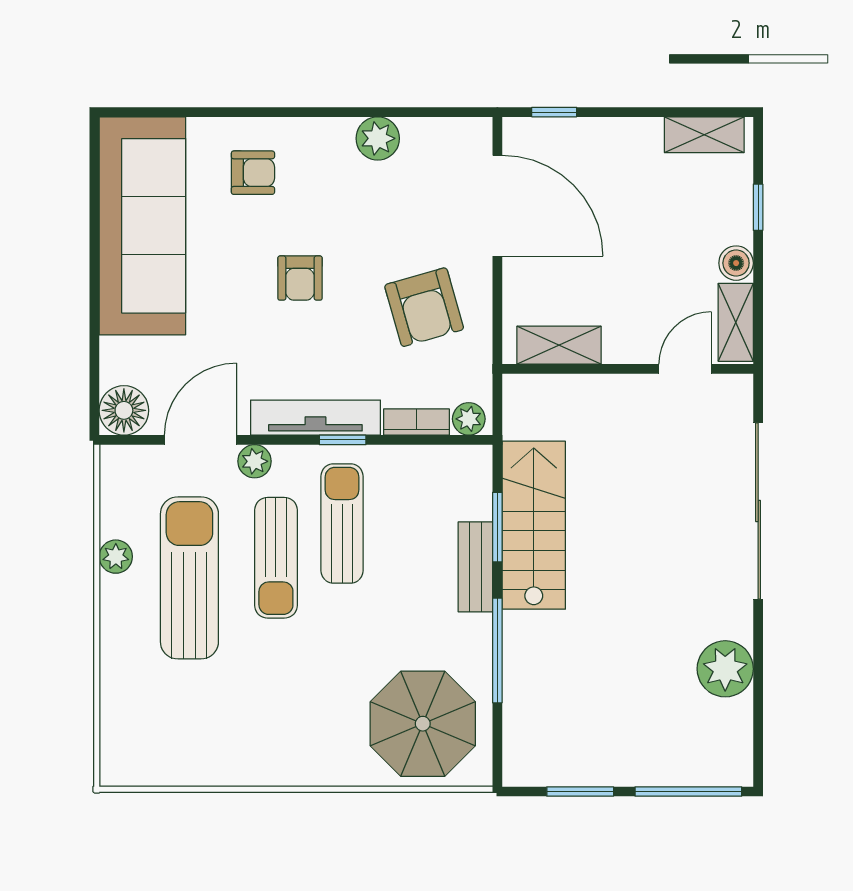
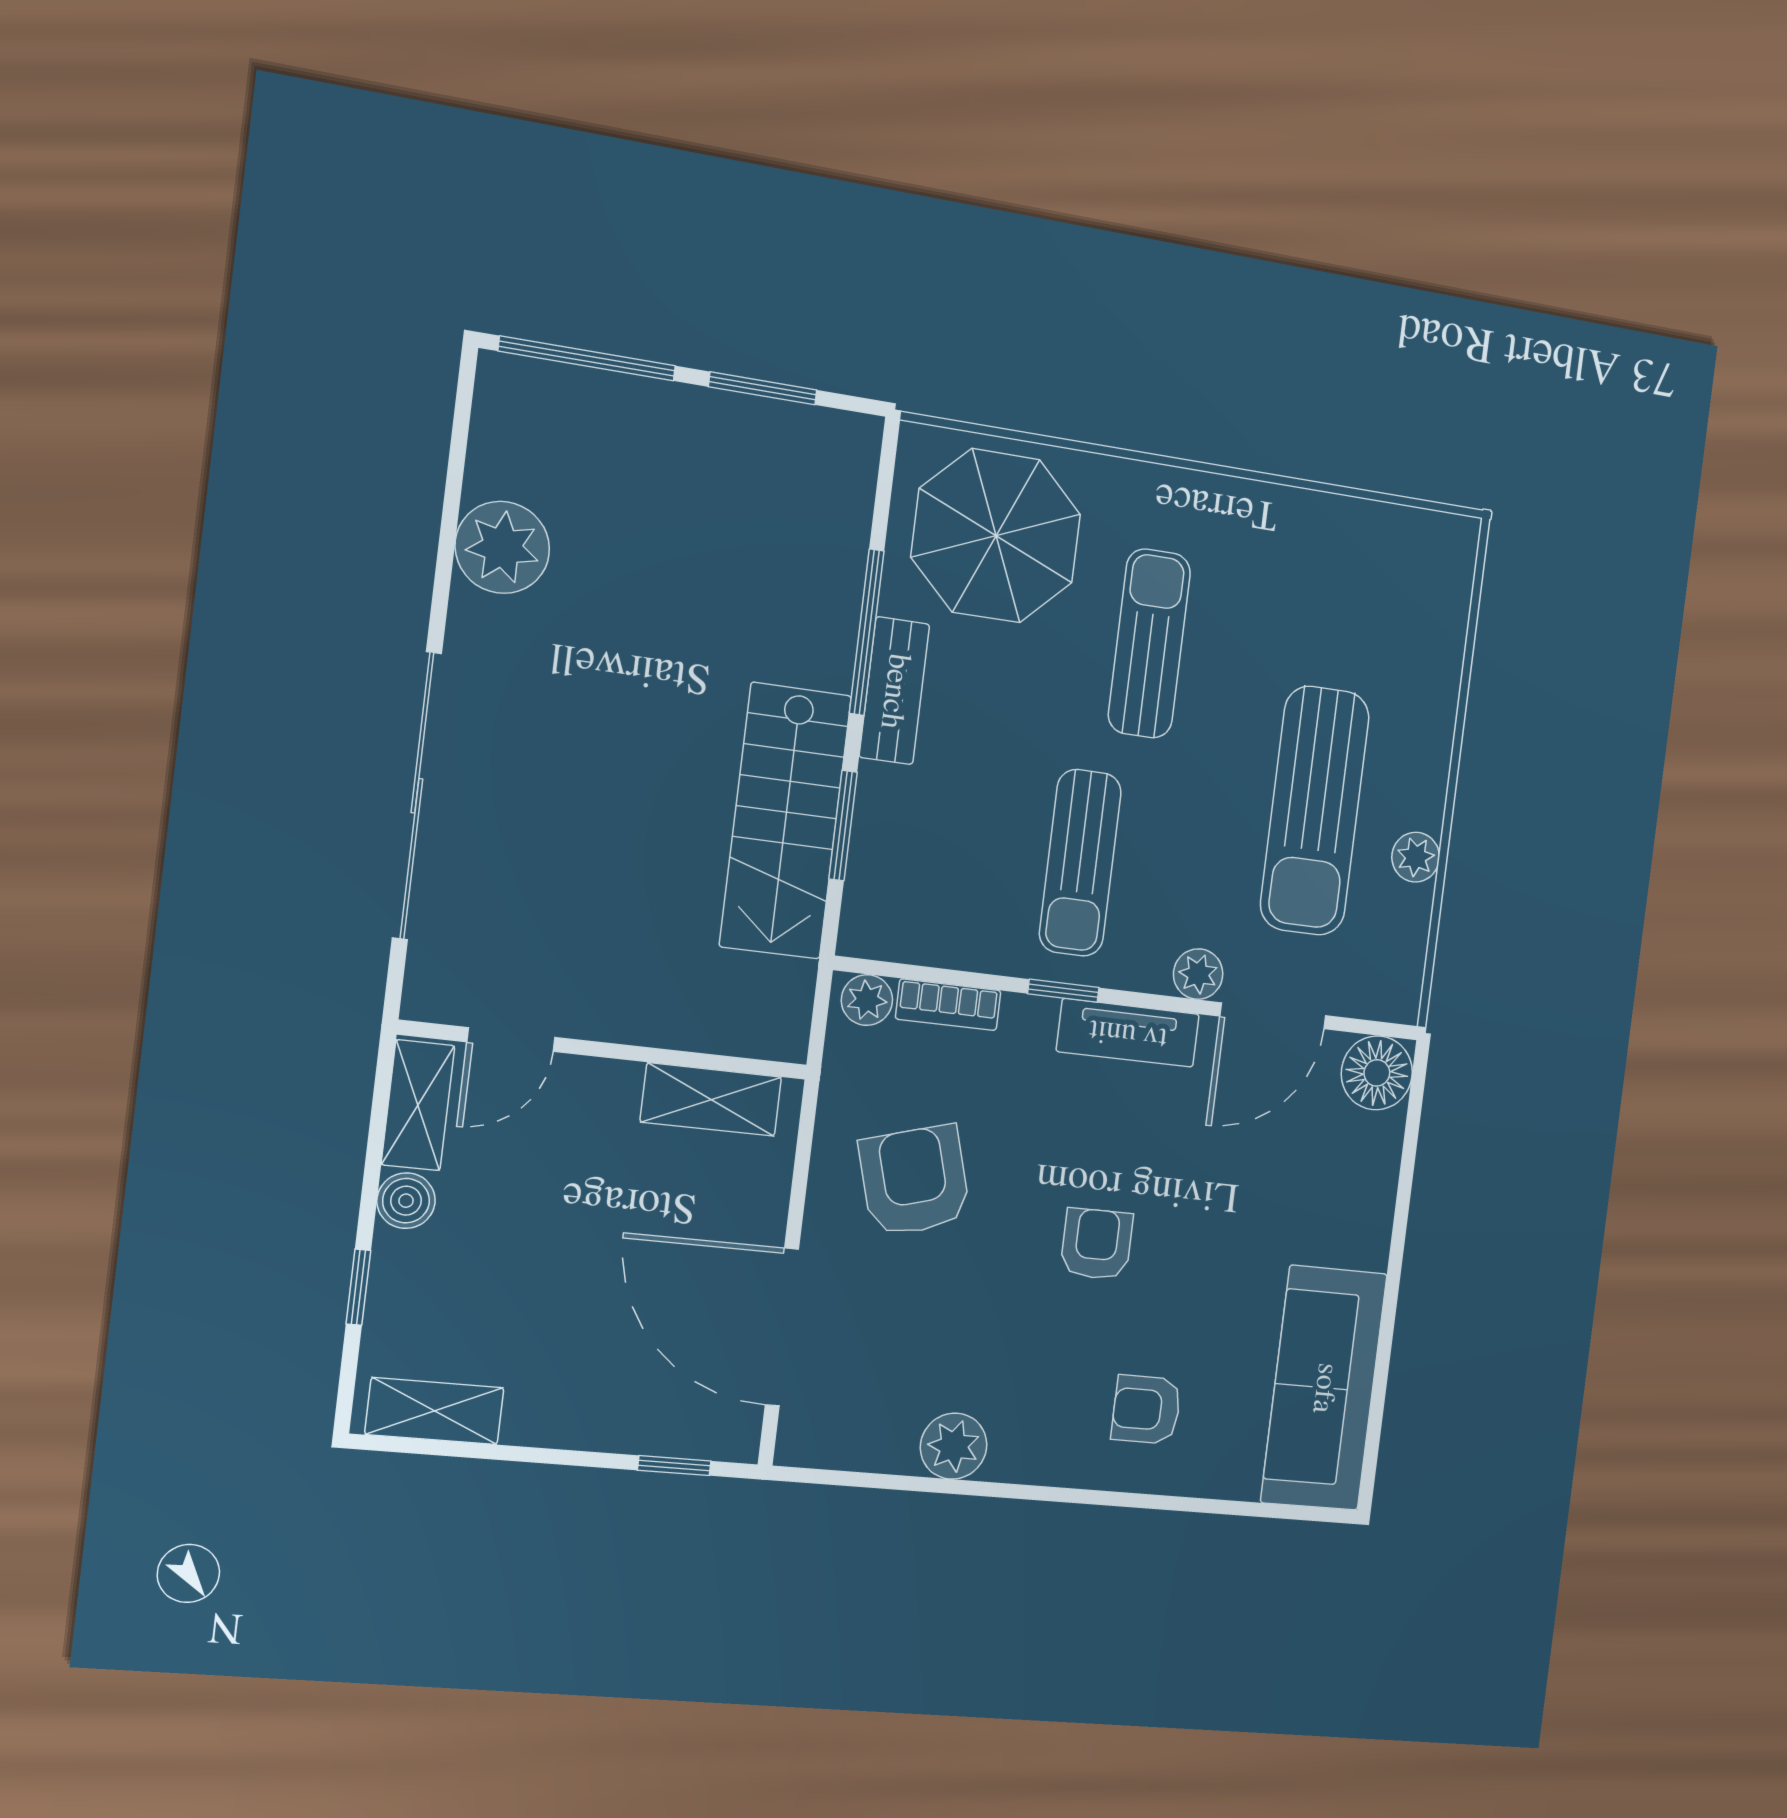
sofa: (142, 226) -> (1324, 1388), width x0.74, depth x0.79
tv unit: (315, 418) -> (1128, 1033), width x0.71
sun lounger: (276, 558) -> (1149, 643), moved
bench: (475, 567) -> (894, 691), moved

